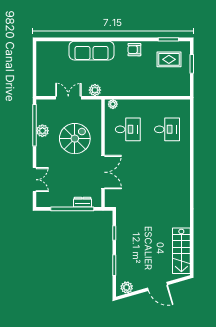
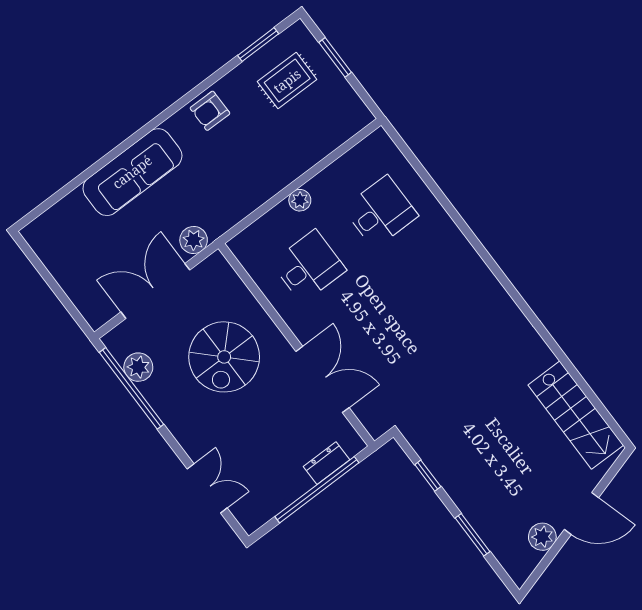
double door: (68, 98) -> (155, 291), width x1.37
plant: (113, 104) -> (300, 200), moved
plant: (42, 131) -> (138, 367), moved
spiral stairs: (75, 139) -> (224, 357), turned 180
plant: (127, 287) -> (542, 537), moved

